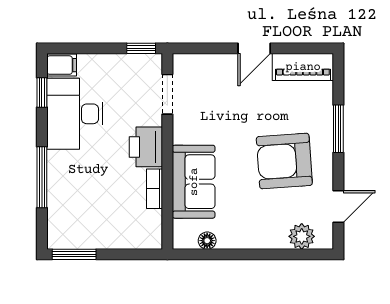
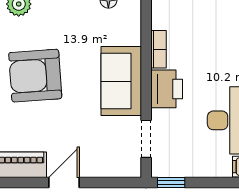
armchair: (284, 161) -> (35, 76), turned 180
sofa: (194, 182) -> (121, 81), moved

